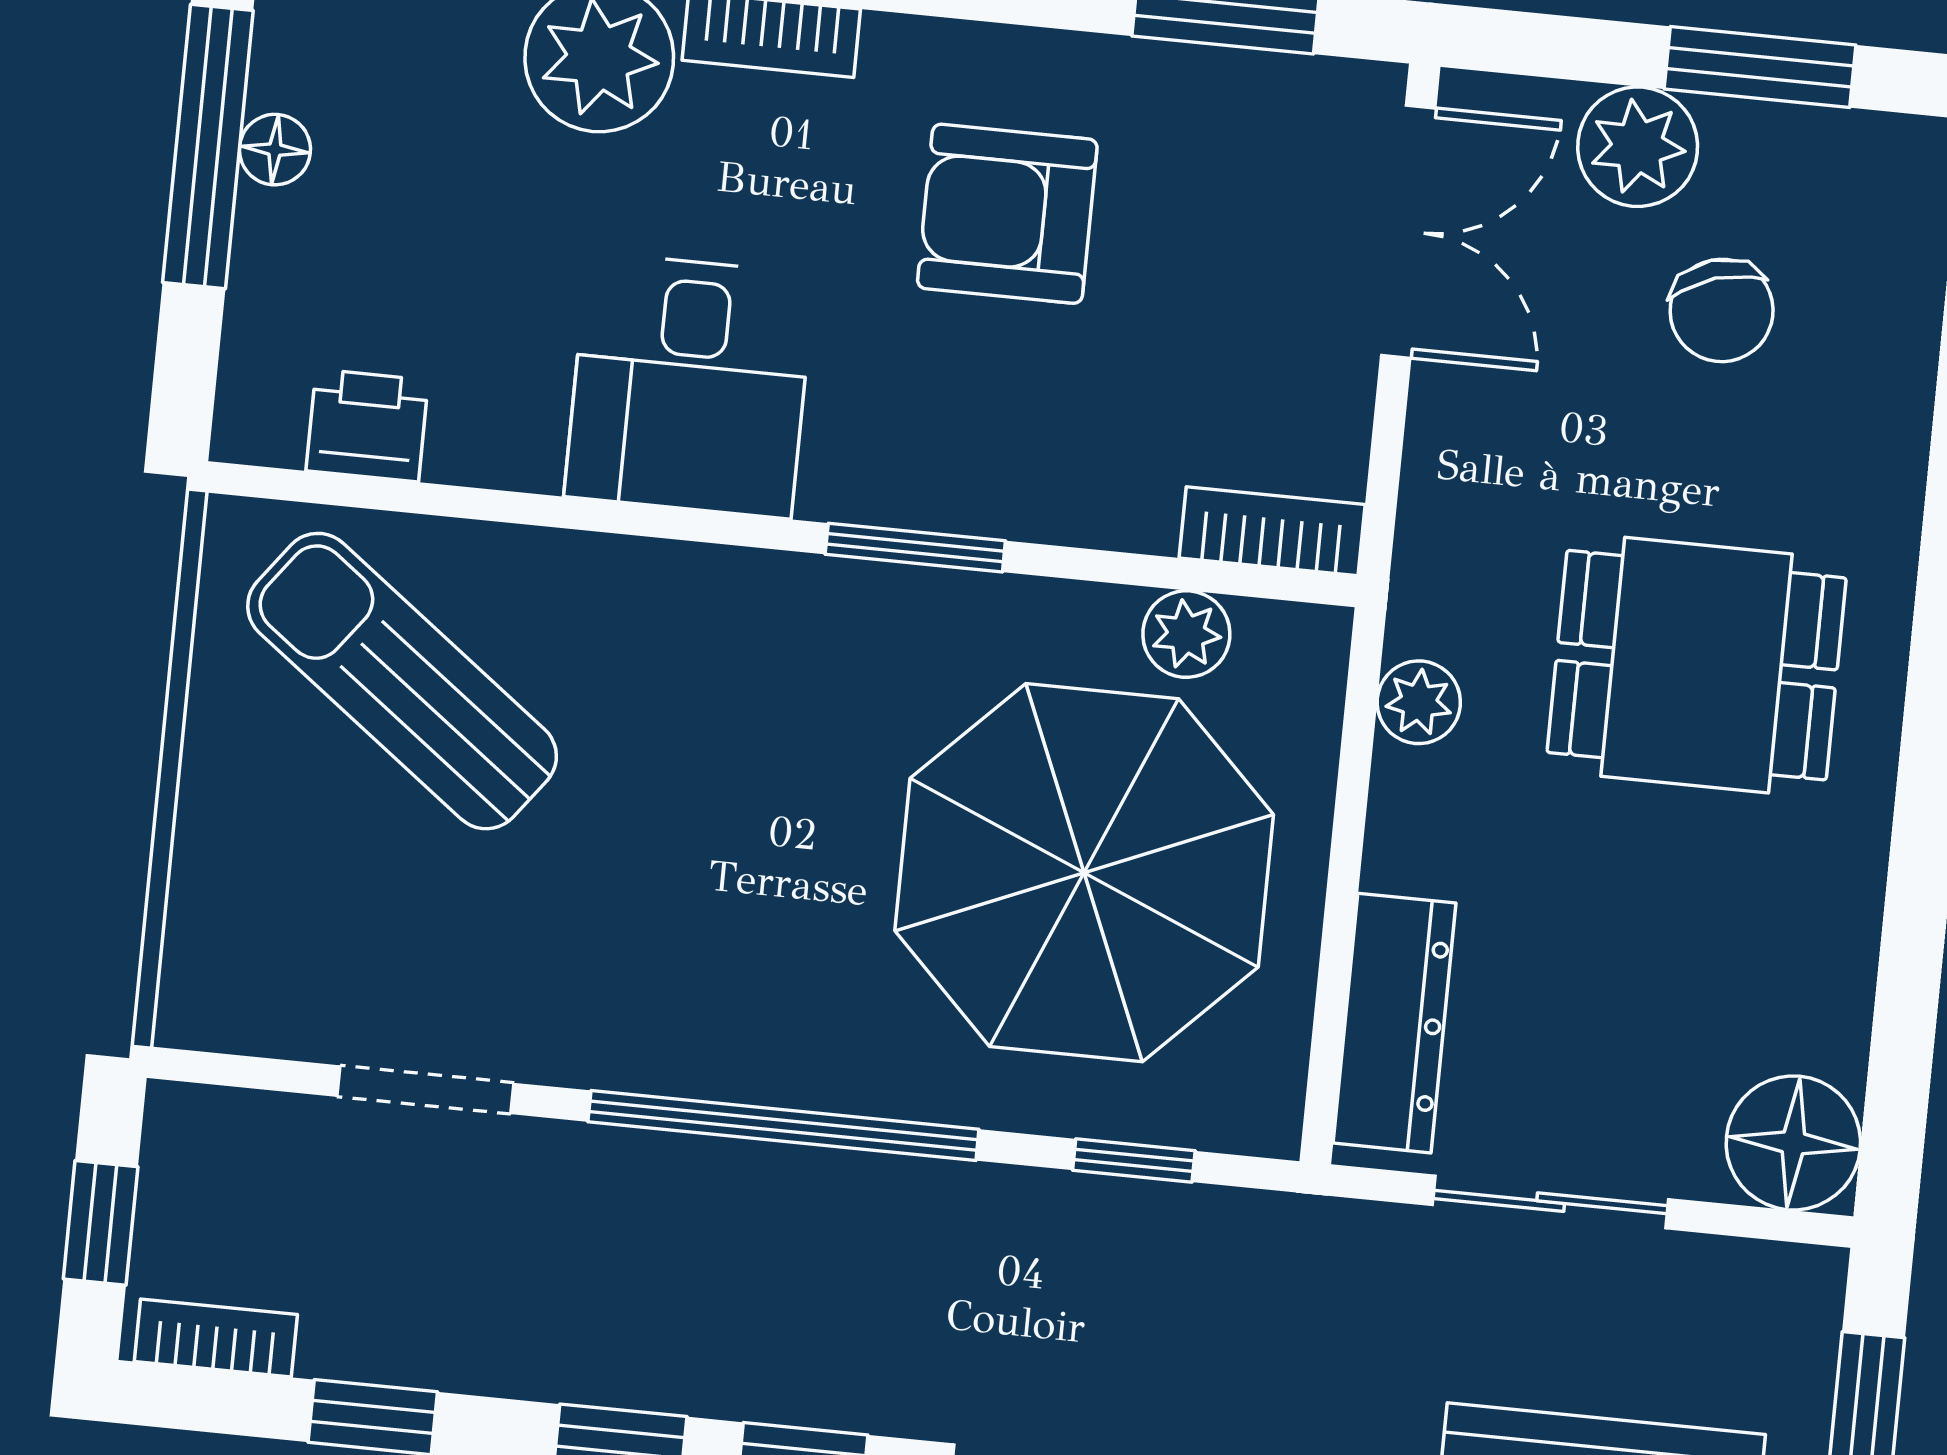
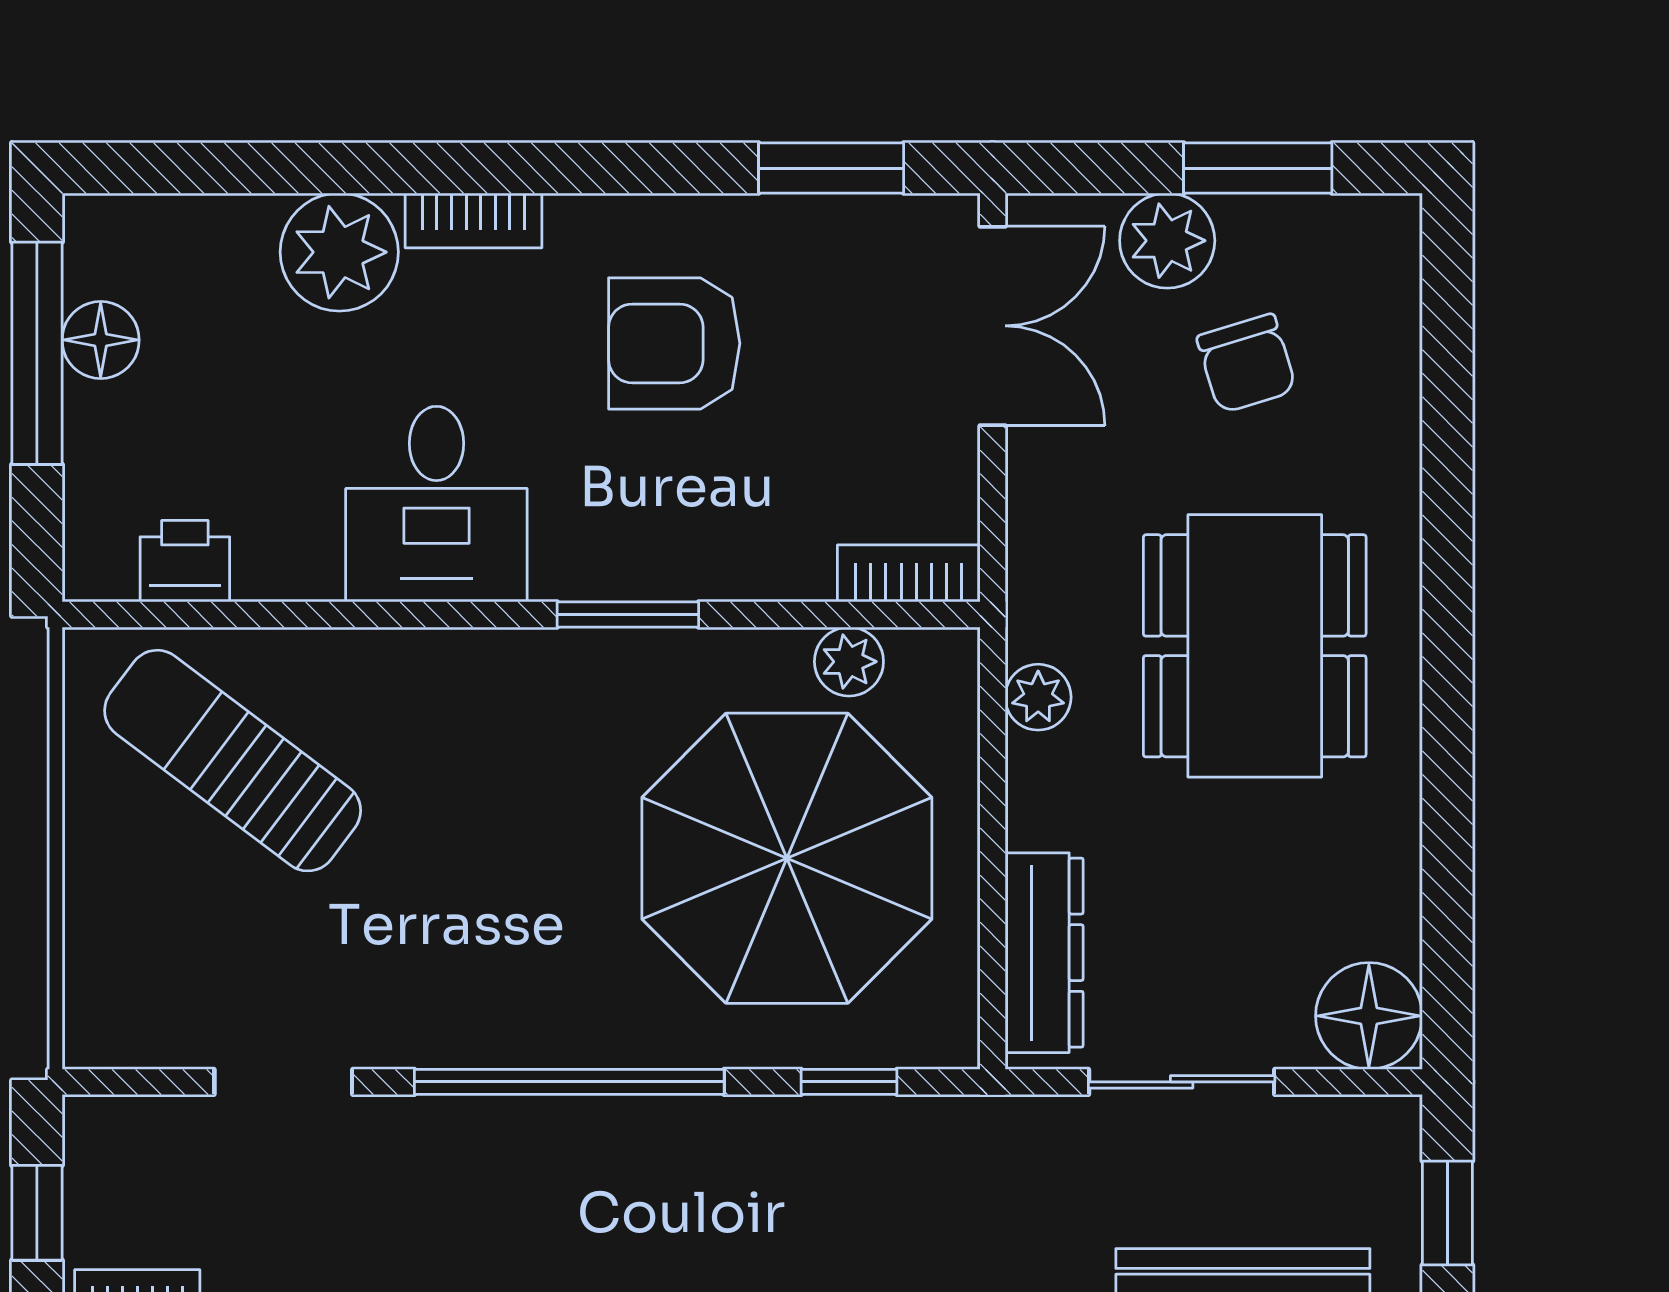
floor lamp: (275, 150) -> (101, 340), width x1.37, depth x1.37
dining table: (1697, 665) -> (1255, 646), width x1.38

